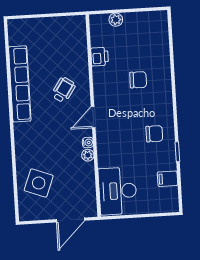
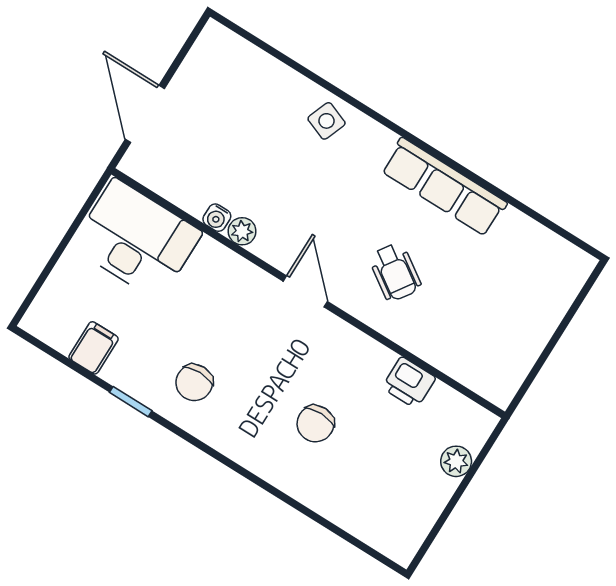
row of seats: (20, 84) -> (444, 187), width x0.73
water cooler: (88, 143) -> (217, 218), moved
side table: (39, 183) -> (327, 121), moved, width x0.54, depth x0.54

